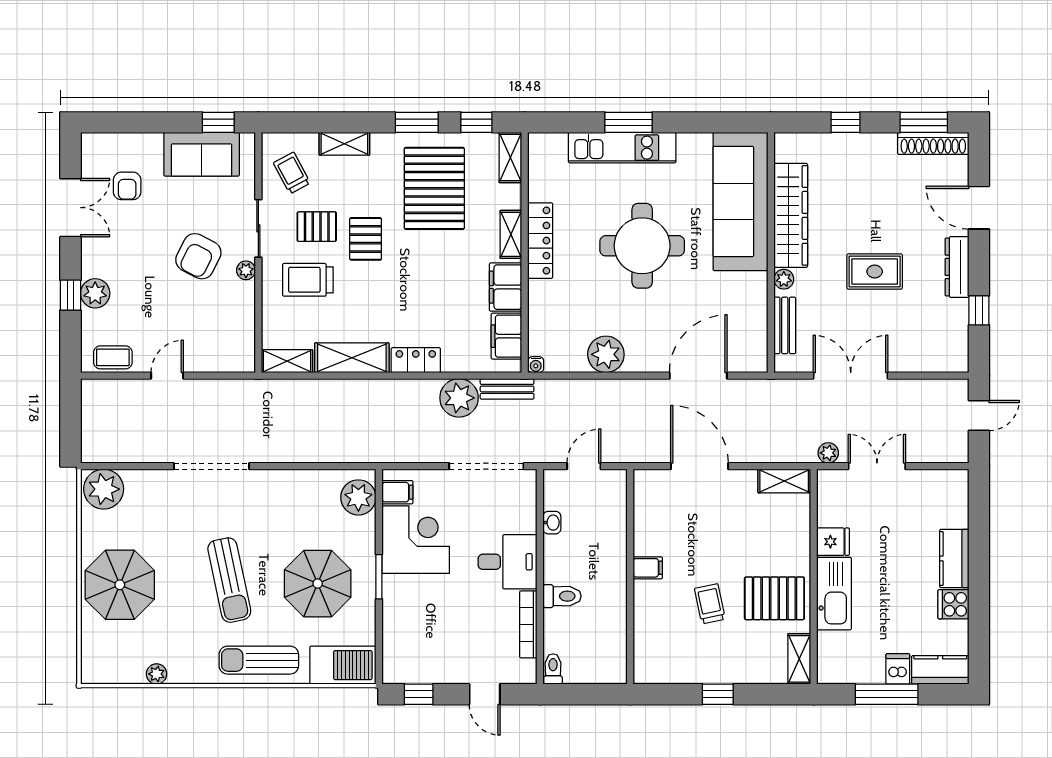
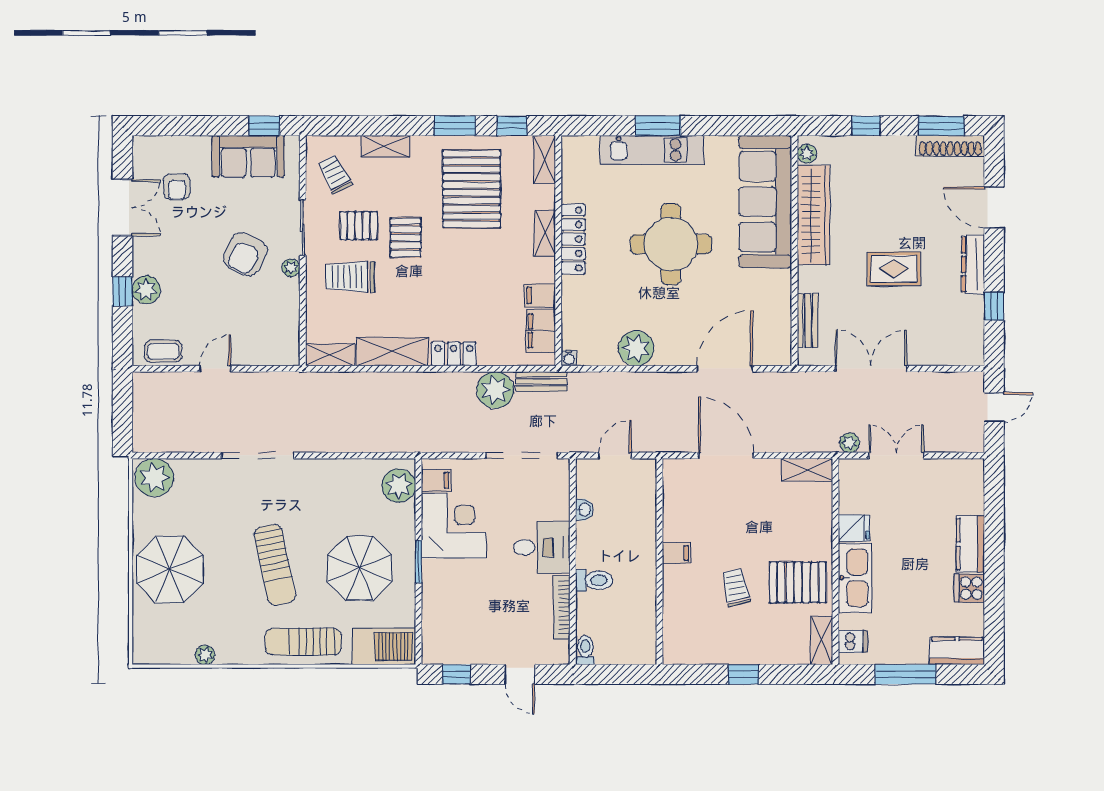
plant: (784, 279) -> (807, 154), moved
filing cabinet: (506, 287) -> (540, 295), width x0.50
dishwasher: (898, 669) -> (853, 641), moved, turned 90

